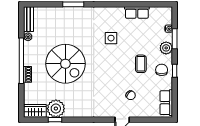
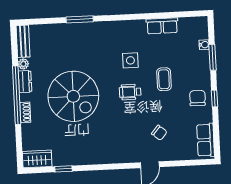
plant: (166, 48) -> (202, 70), removed
dresser: (29, 50) -> (25, 81), added
wheelchair: (110, 63) -> (130, 92), added
coffee table: (141, 64) -> (164, 79), moved
plant: (56, 109) -> (64, 155), removed

